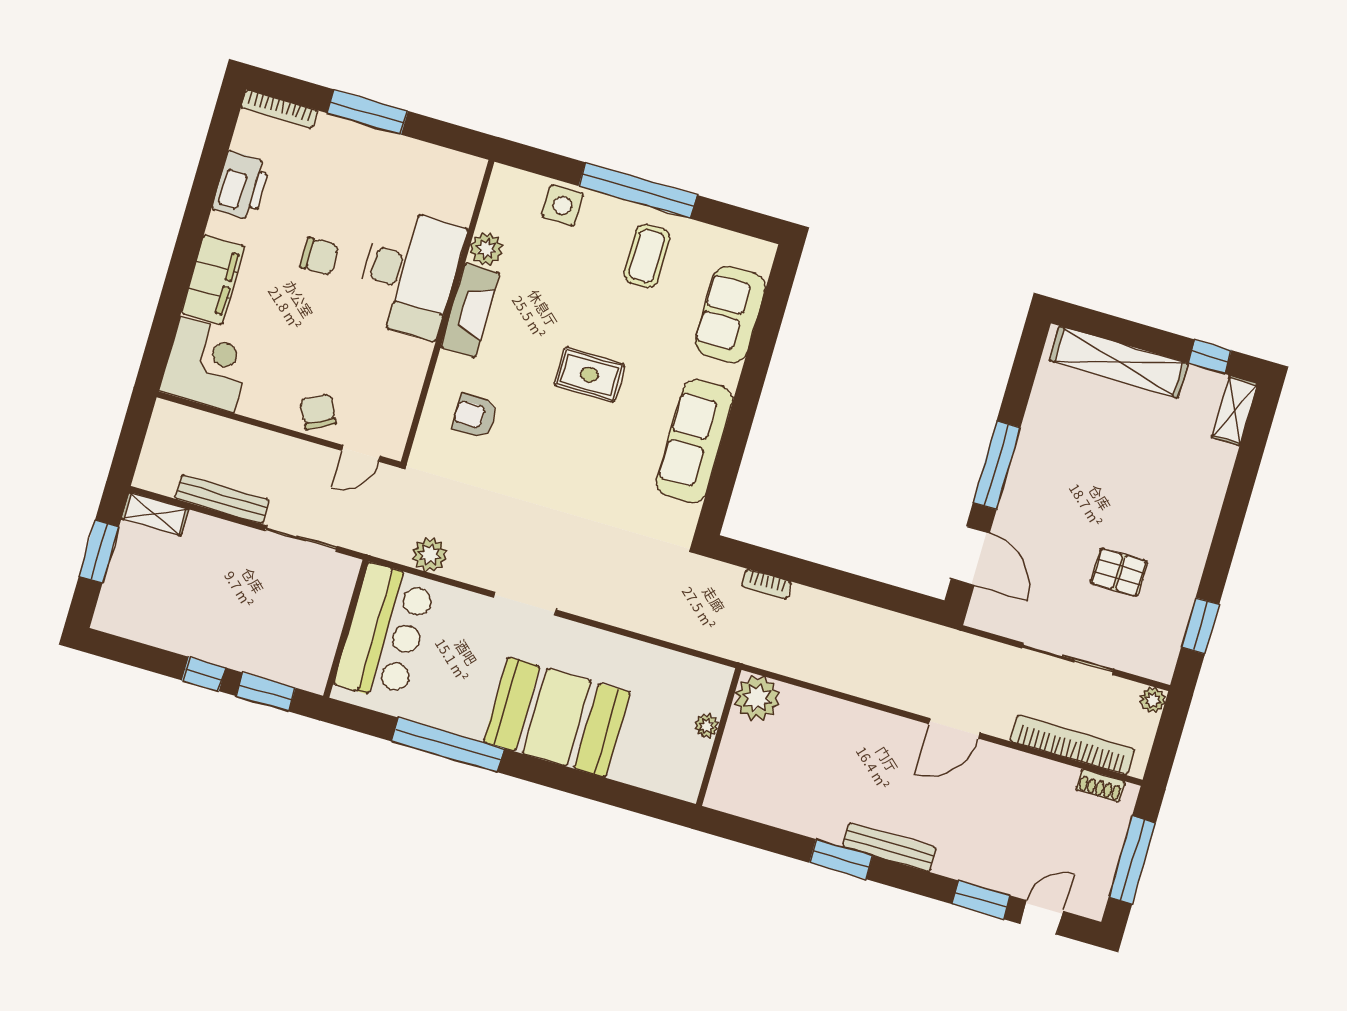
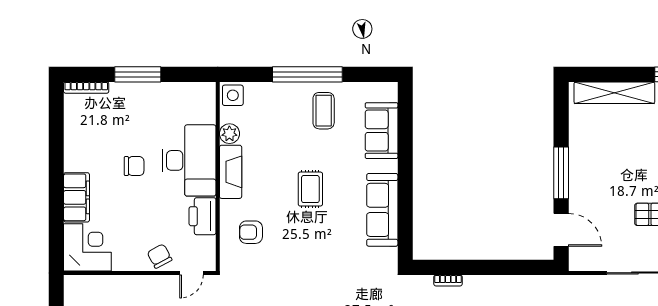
printer: (241, 186) -> (202, 216), moved, turned 180
side table: (563, 205) -> (233, 95), moved
rug: (589, 375) -> (310, 189), turned 90

